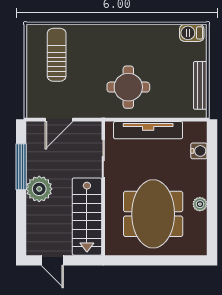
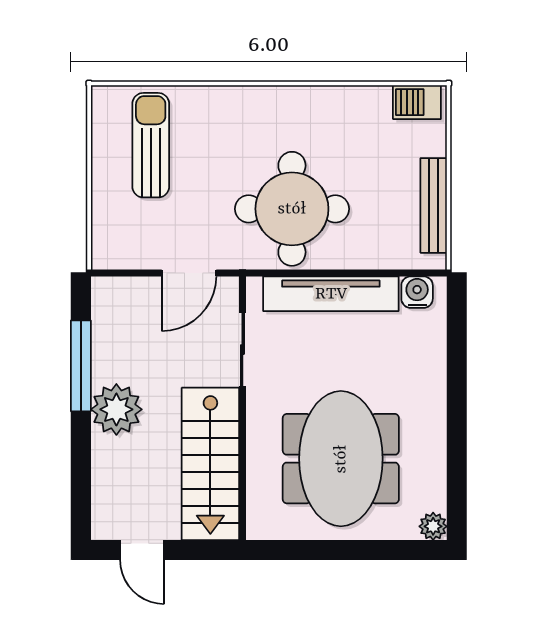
round table: (128, 87) -> (292, 209), width x1.36, depth x1.36
door: (59, 120) -> (189, 273), moved
water cooler: (199, 151) -> (417, 292), moved, turned -90
plant: (200, 204) -> (433, 526), moved

